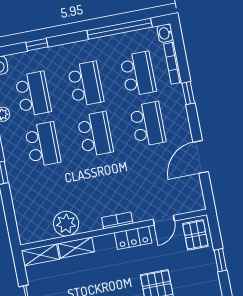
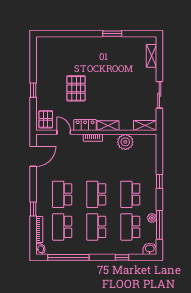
door: (201, 157) -> (33, 156), moved
door: (164, 220) -> (64, 132), hinge flipped
shelving: (76, 248) -> (108, 126), moved
window: (220, 260) -> (33, 90), moved

